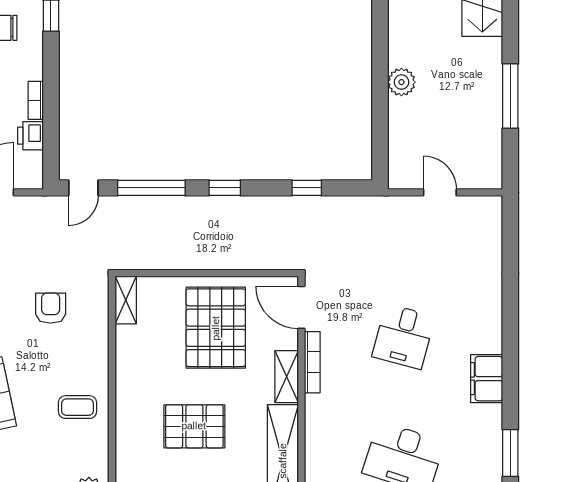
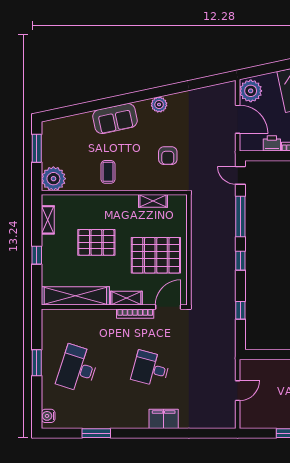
shelving: (126, 300) -> (153, 201), moved
armchair: (51, 308) -> (168, 156), turned 90
filing cabinet: (487, 379) -> (164, 419), moved
pallet: (194, 426) -> (96, 242), turned 90
window: (510, 453) -> (96, 433), moved

